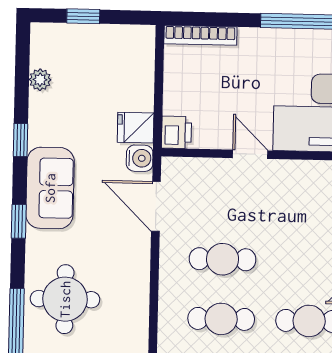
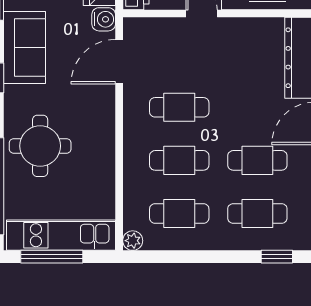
door: (156, 206) -> (119, 62), hinge flipped

